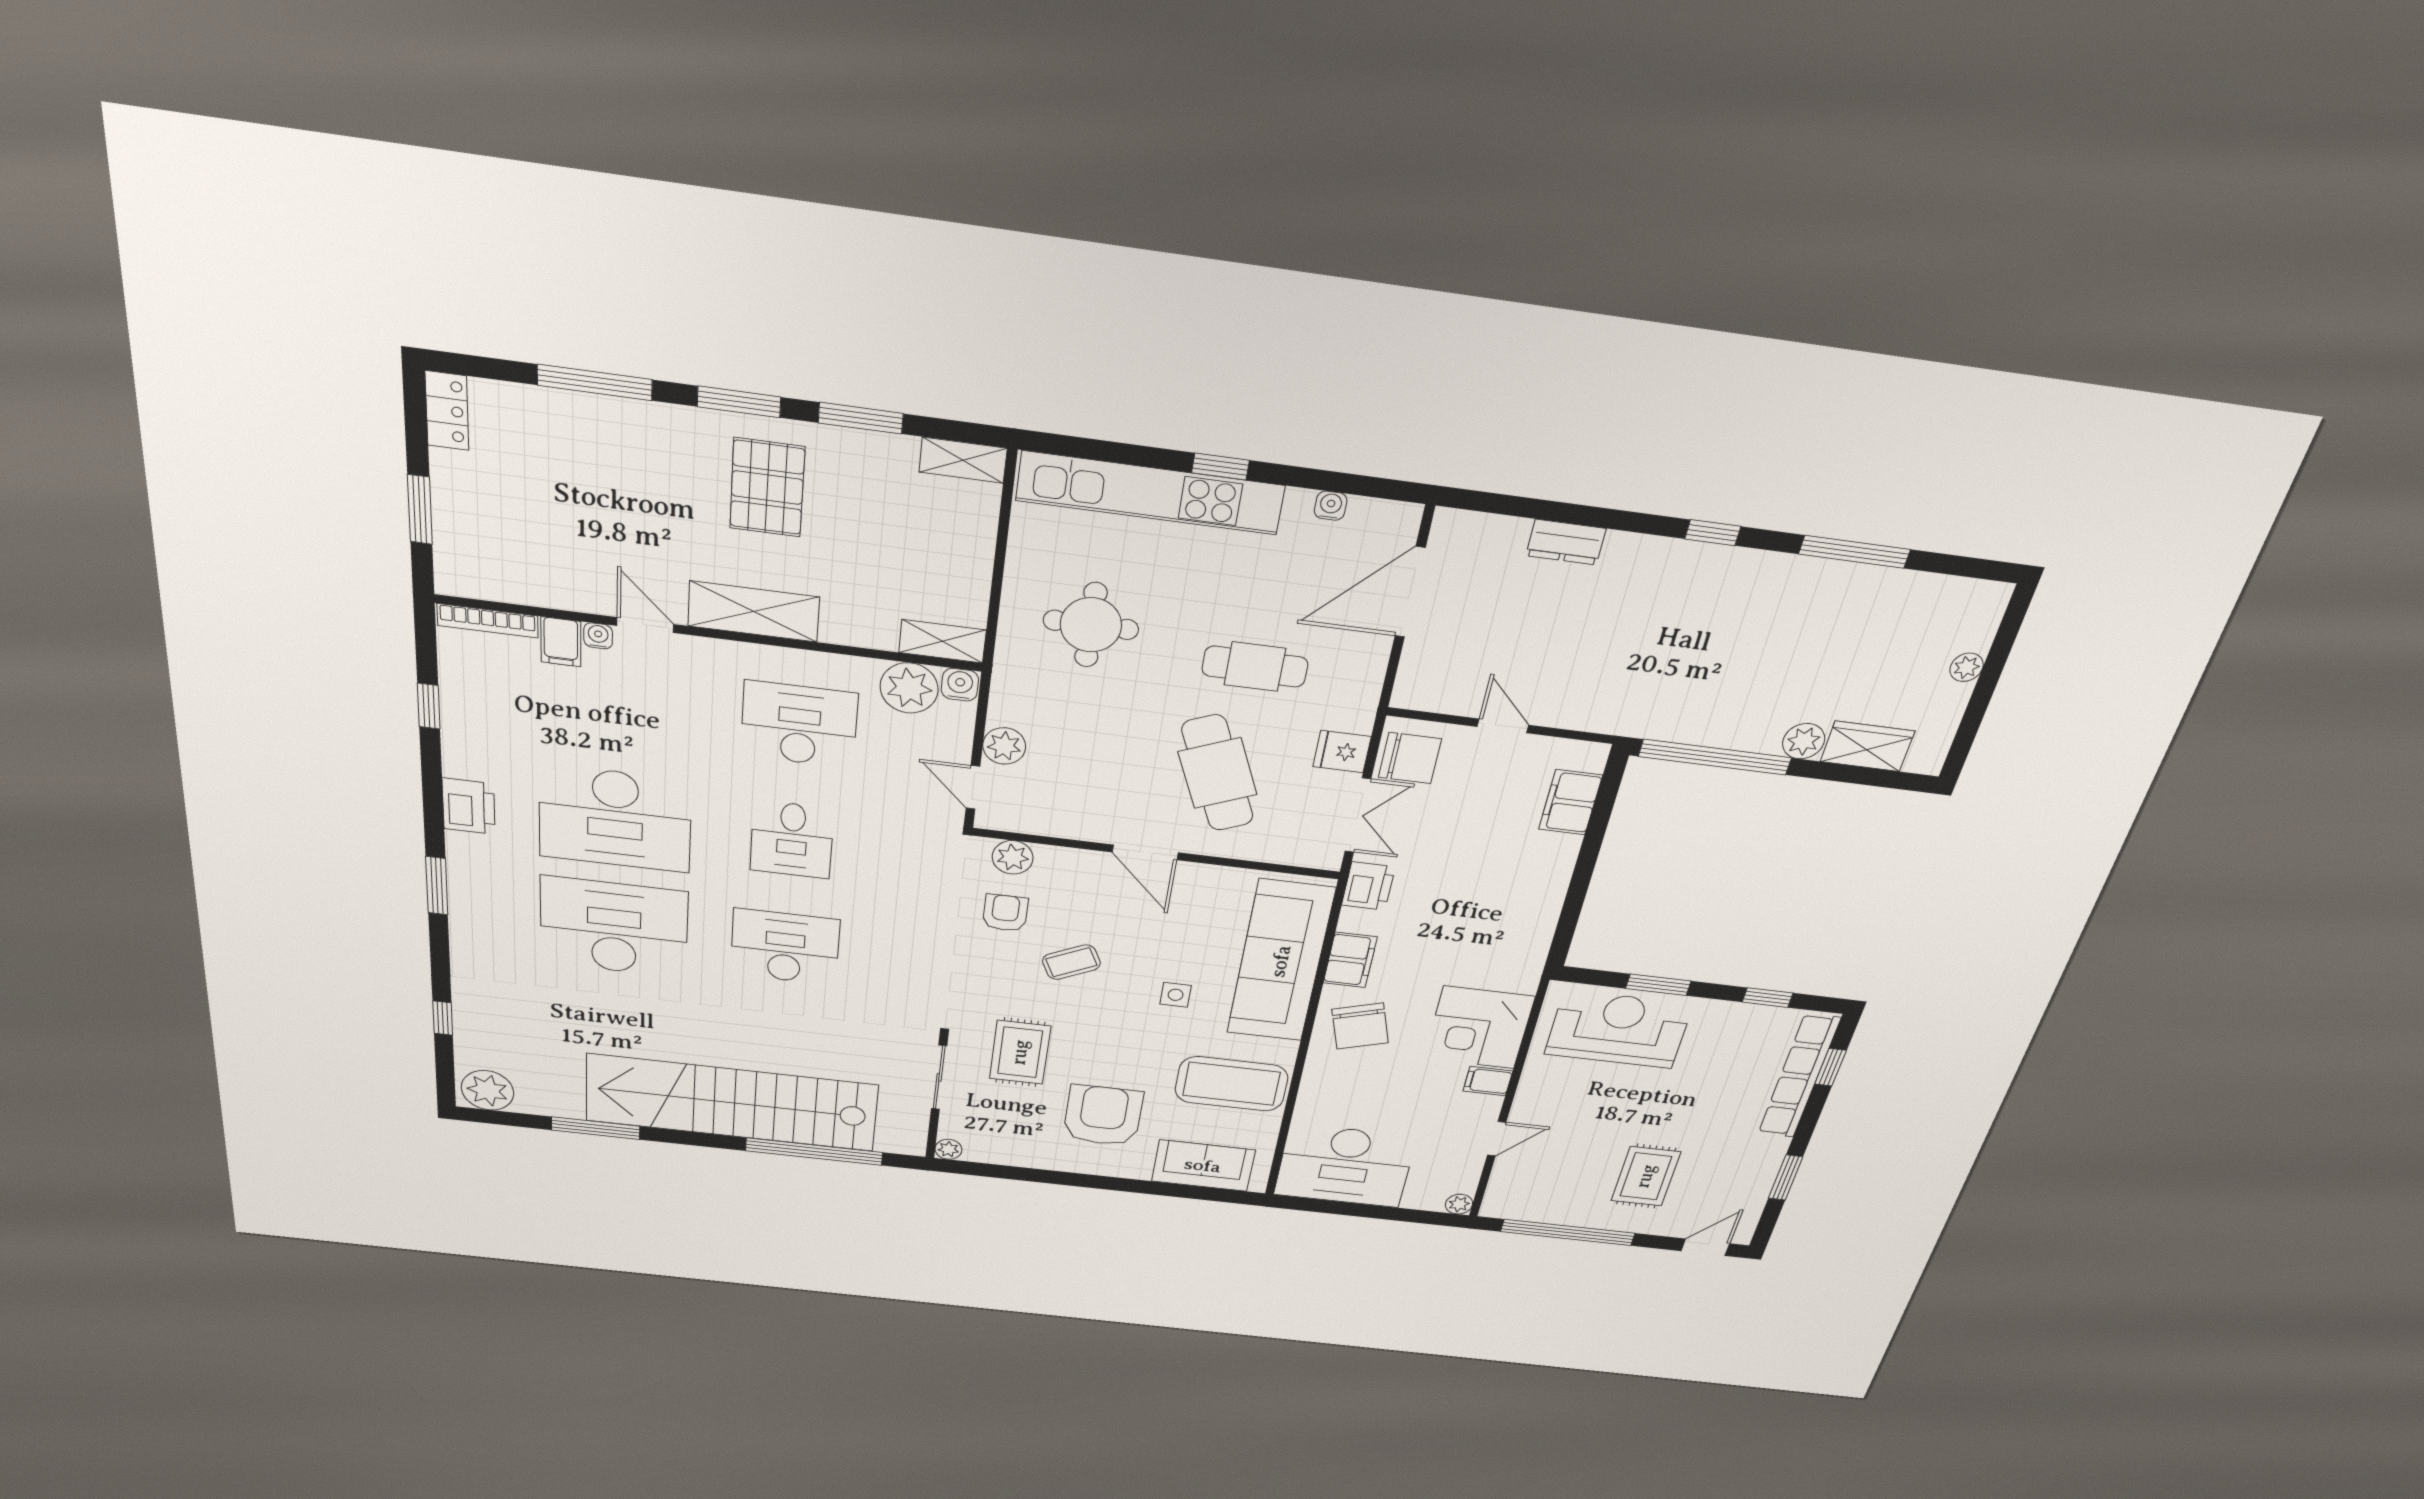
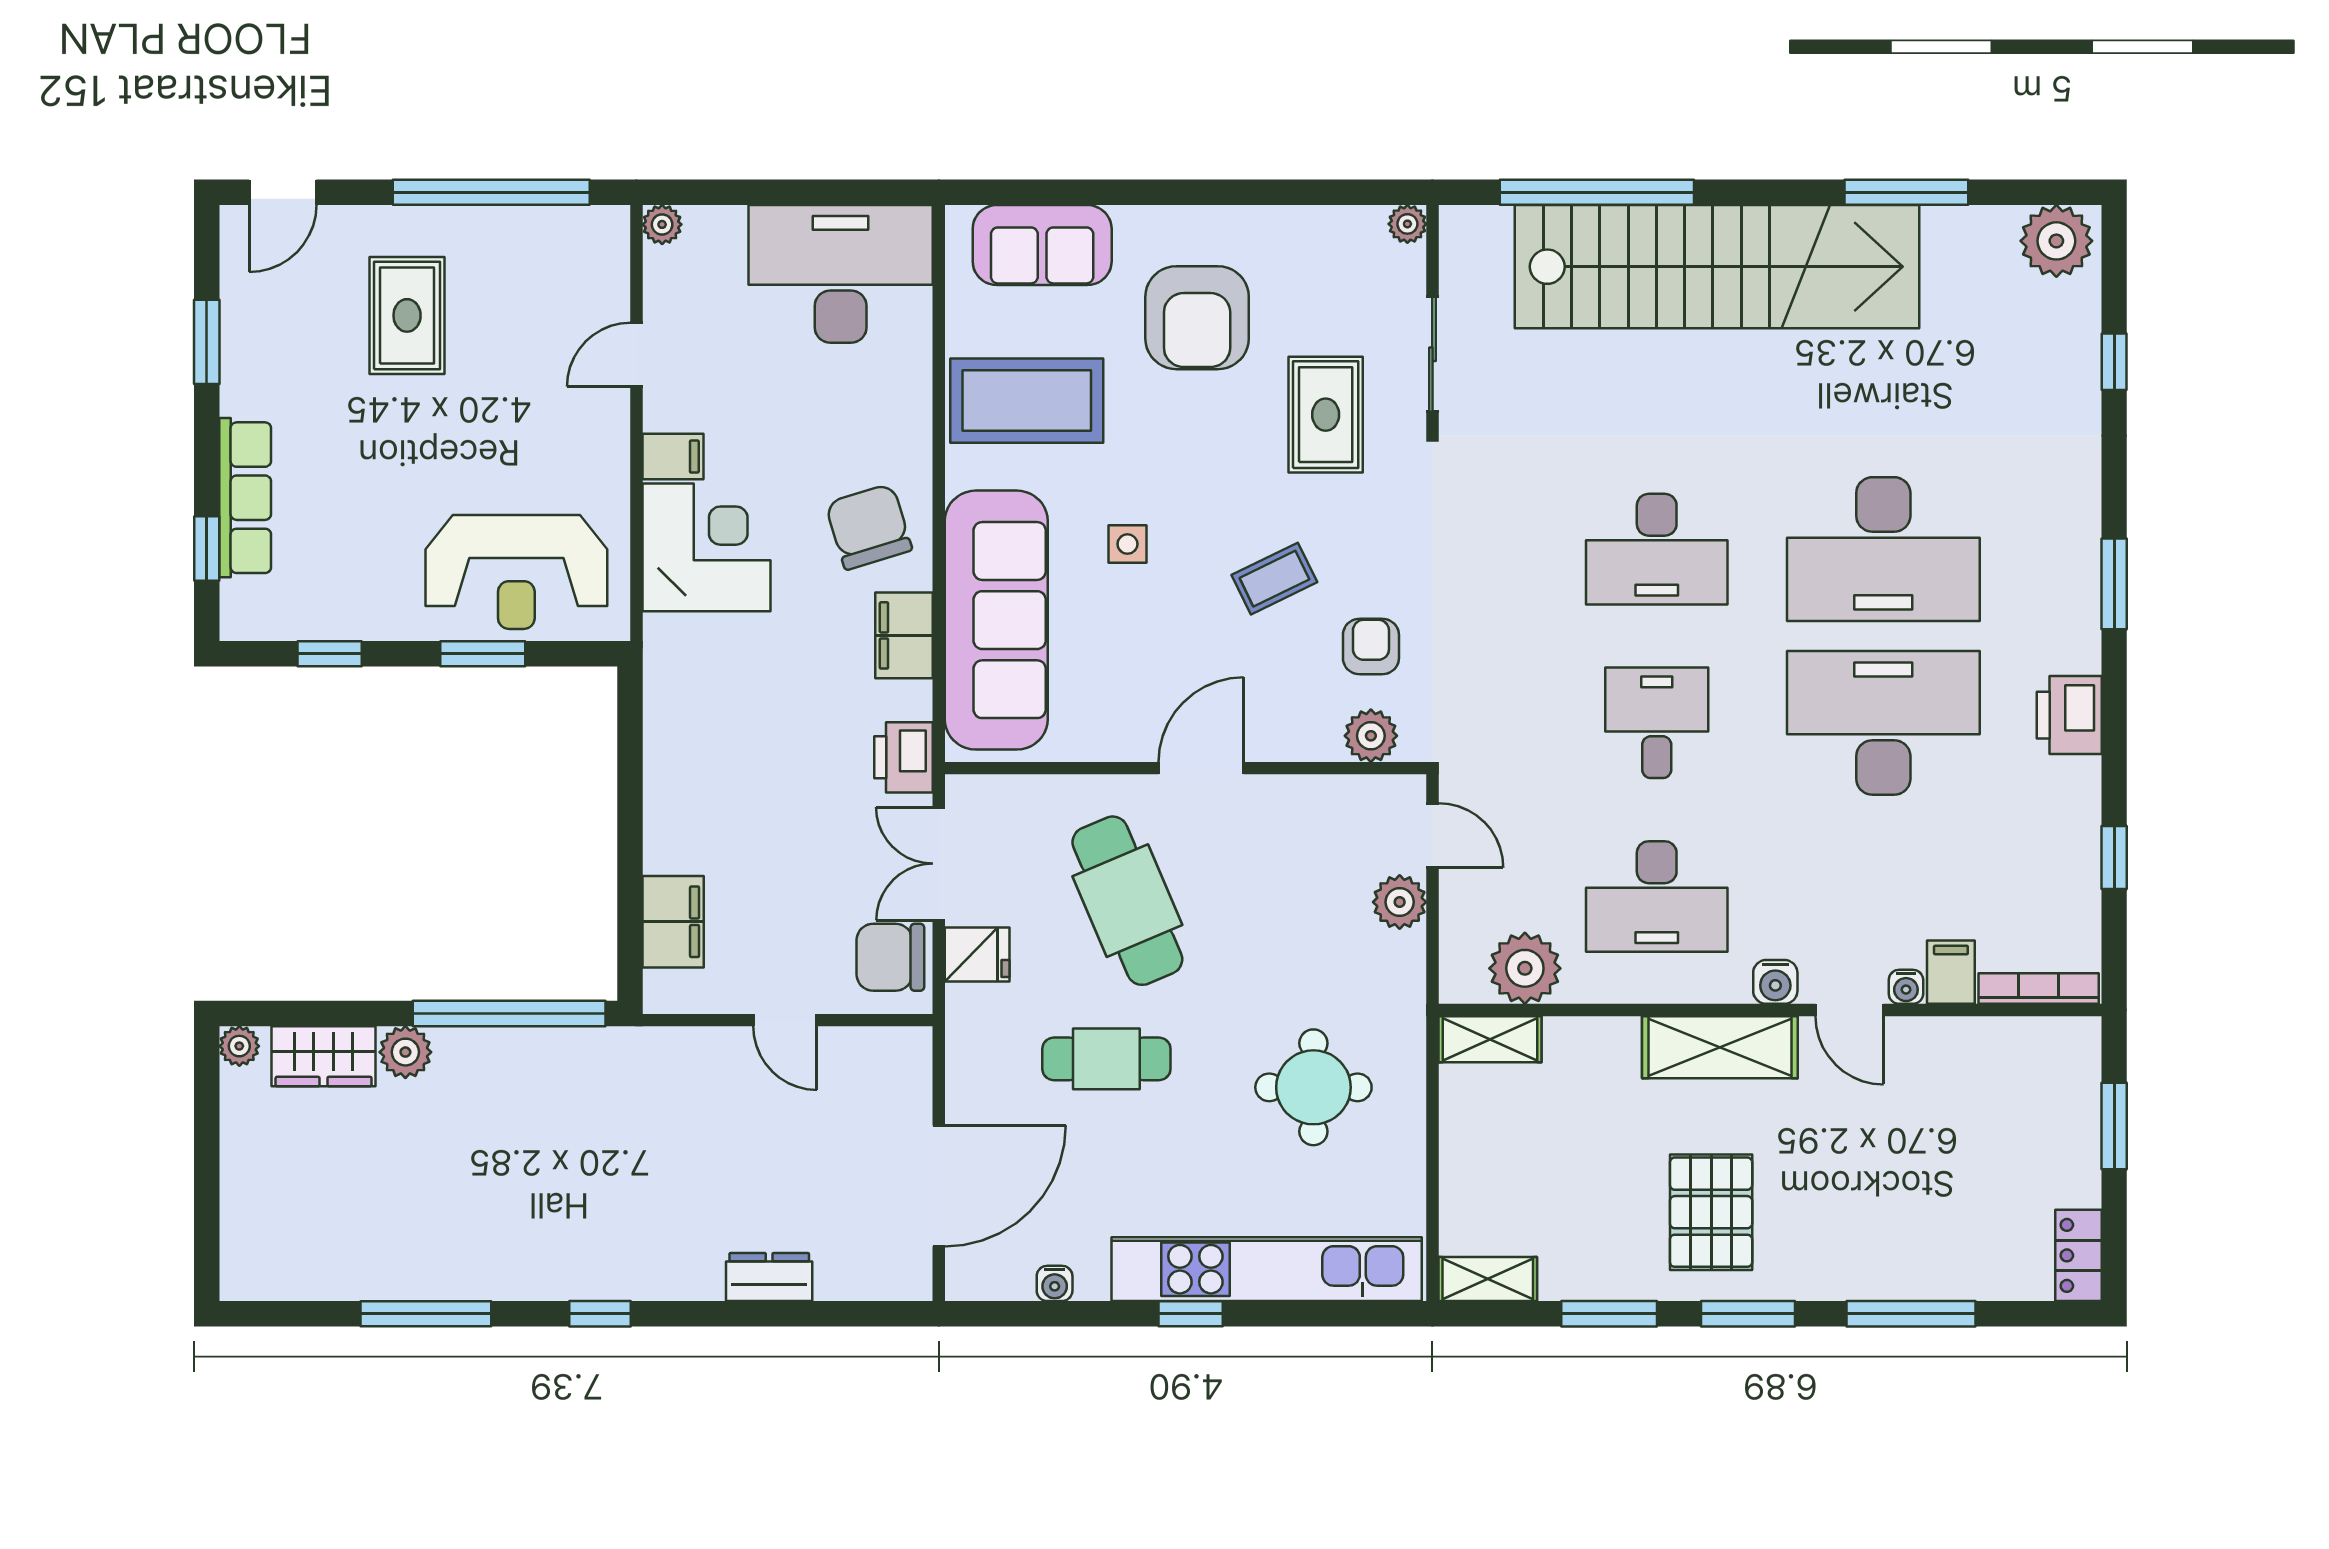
plant: (1967, 667) -> (239, 1046), moved
water cooler: (960, 685) -> (1775, 982), moved
door: (1145, 852) -> (1201, 768), hinge flipped
armchair: (1005, 913) -> (1371, 647), turned 180
row of seats: (1799, 1076) -> (245, 498), width x0.73

